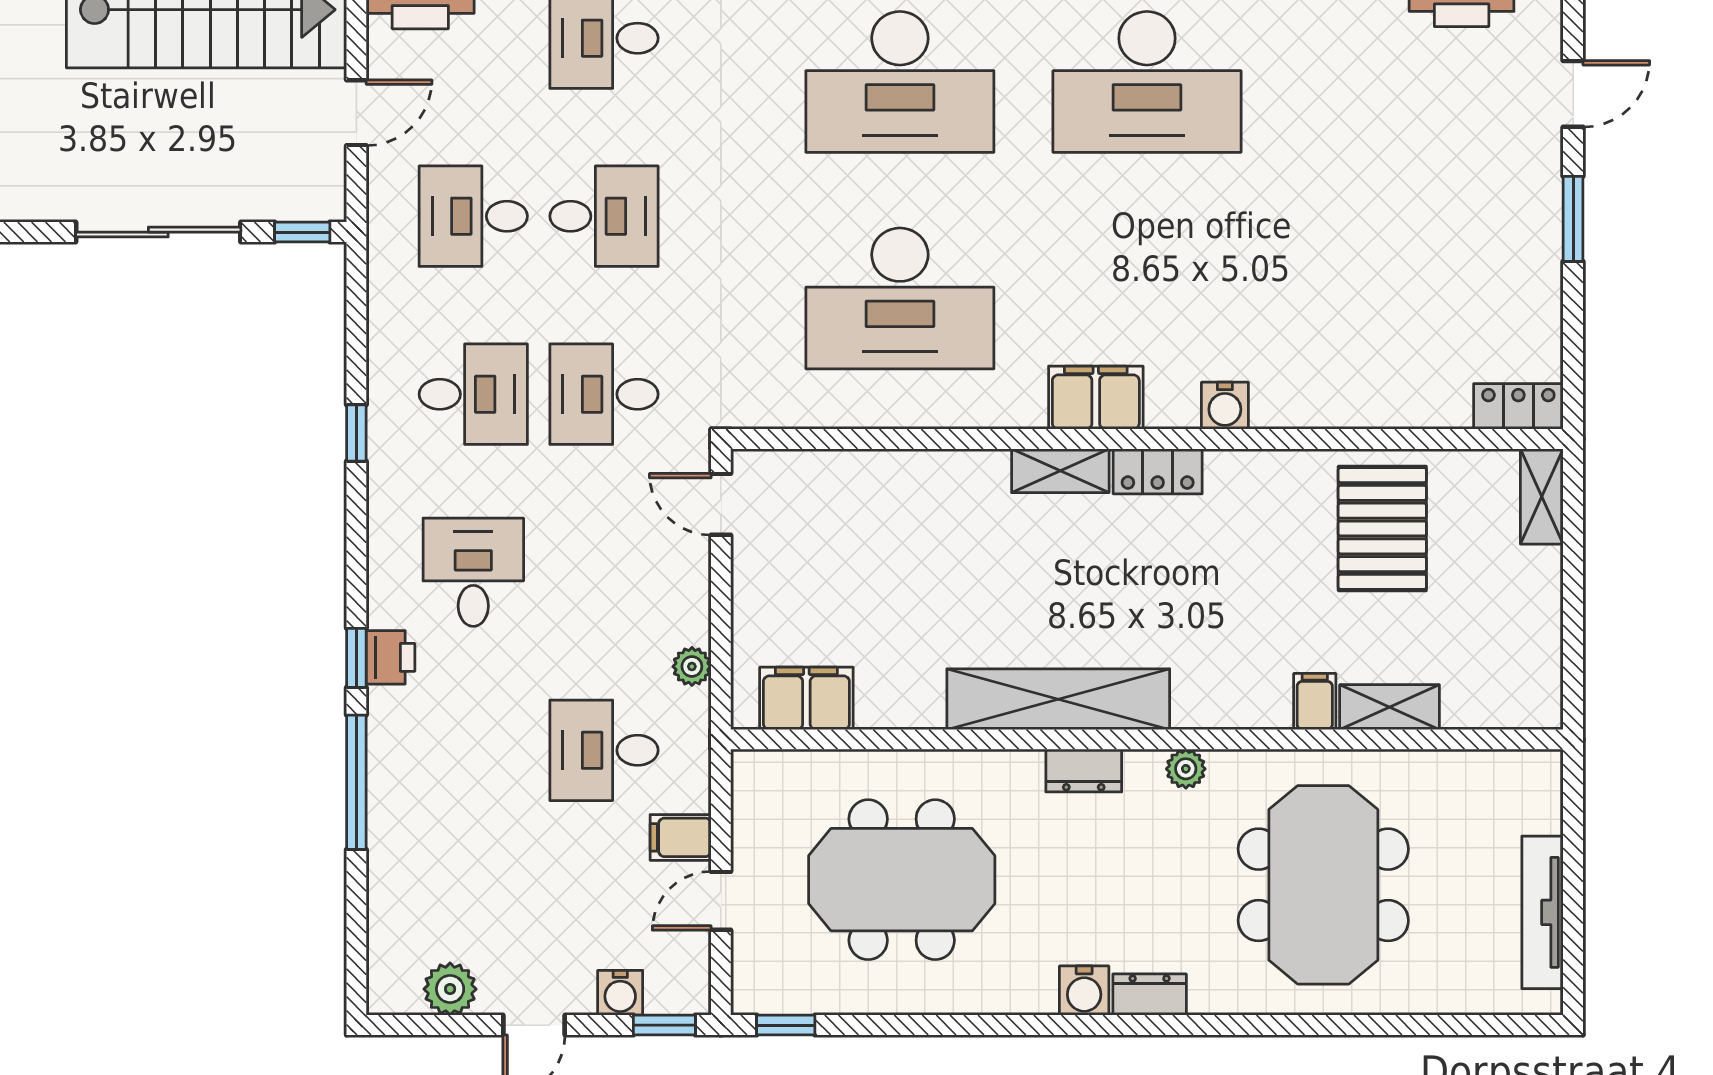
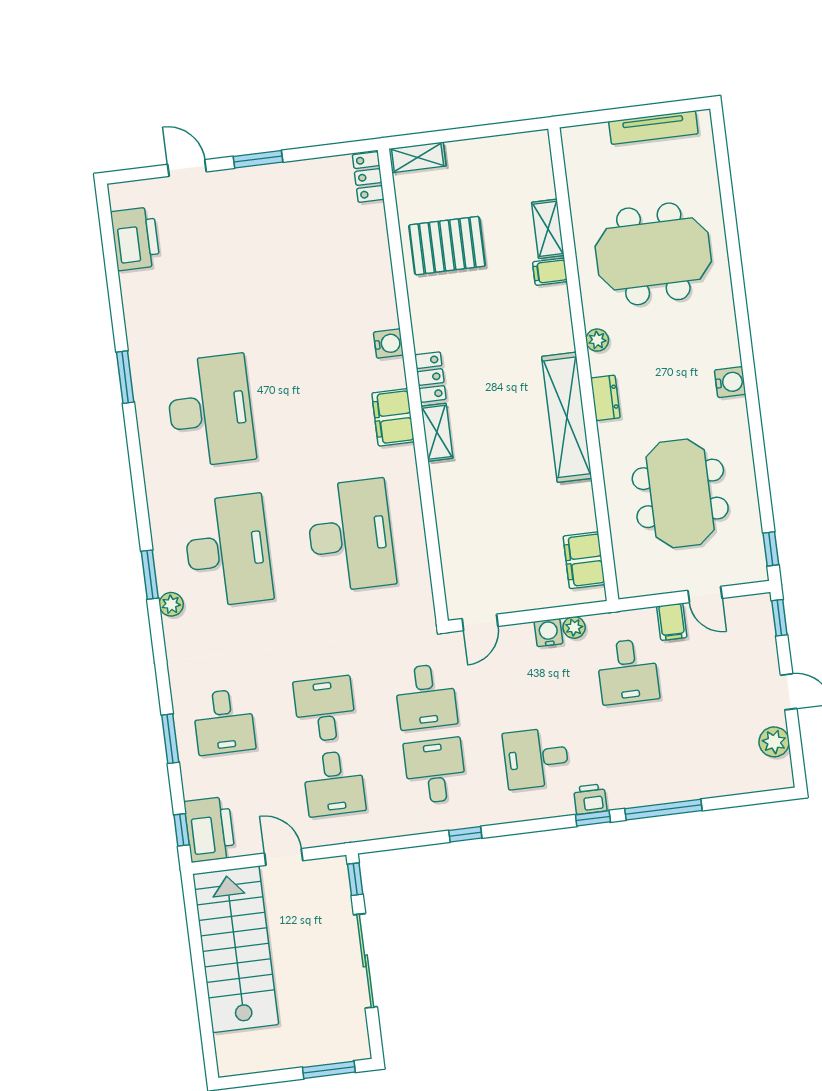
water cooler: (620, 993) -> (548, 633), moved, turned -90
dresser: (1150, 995) -> (728, 345), removed

